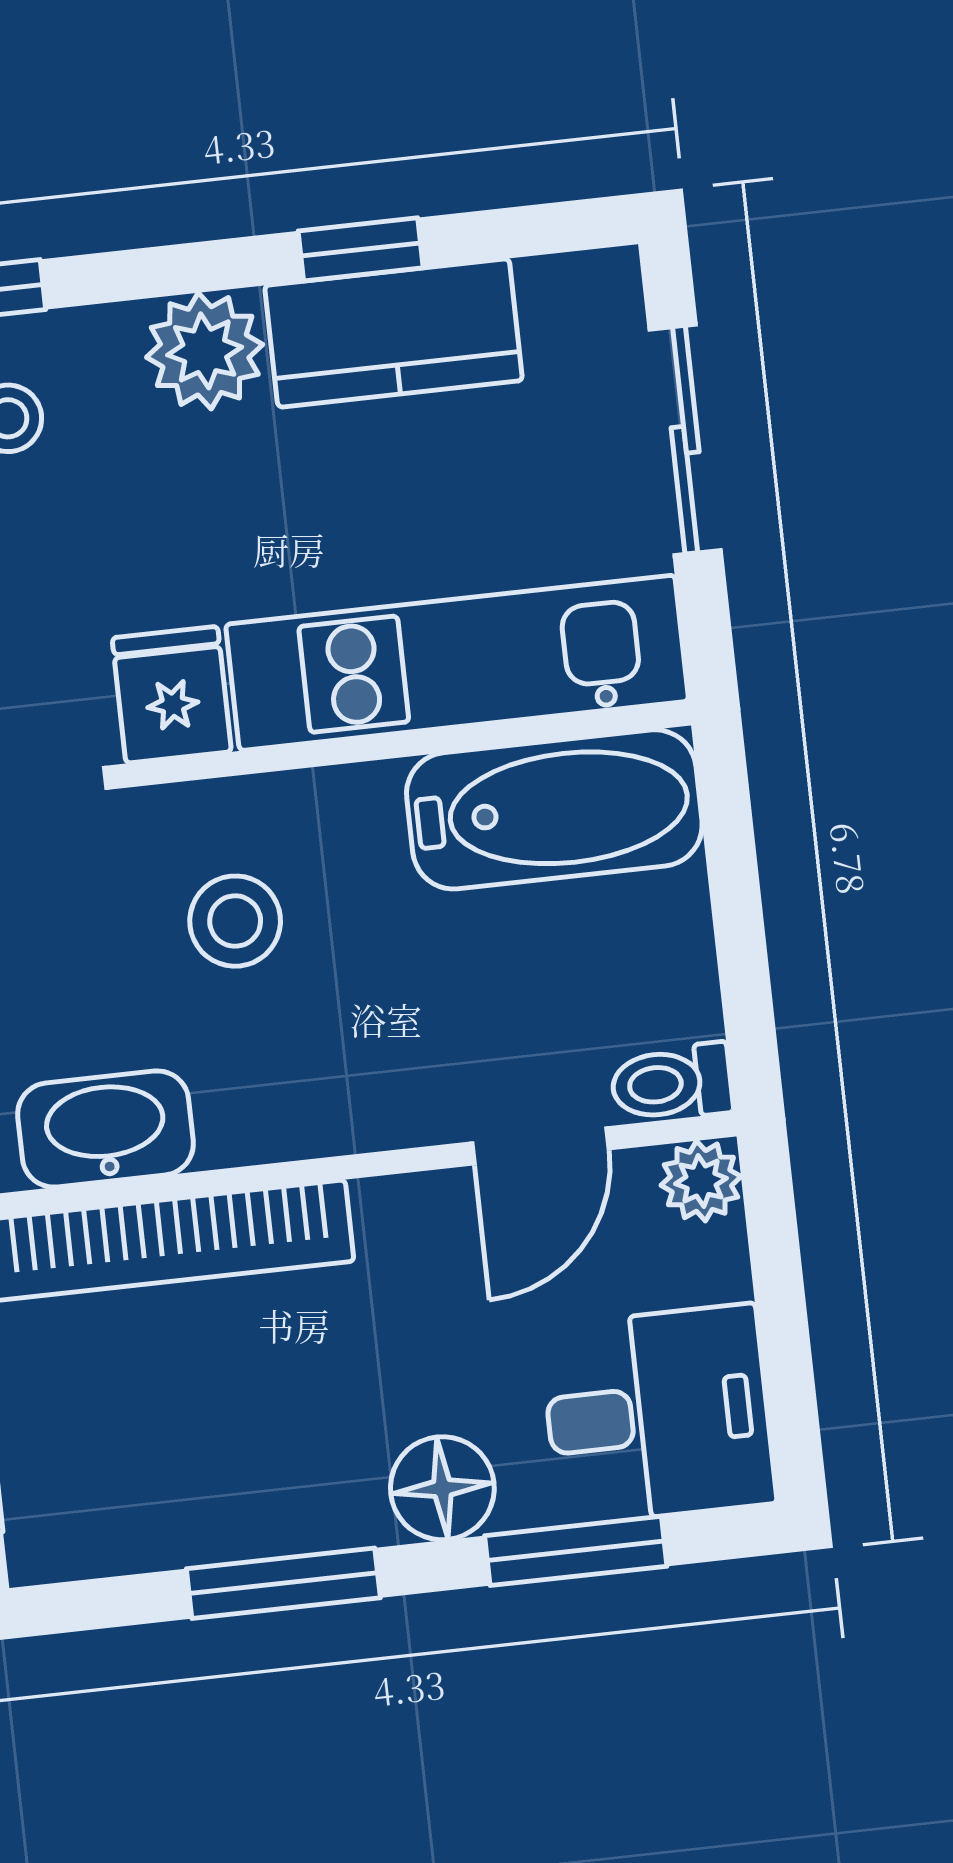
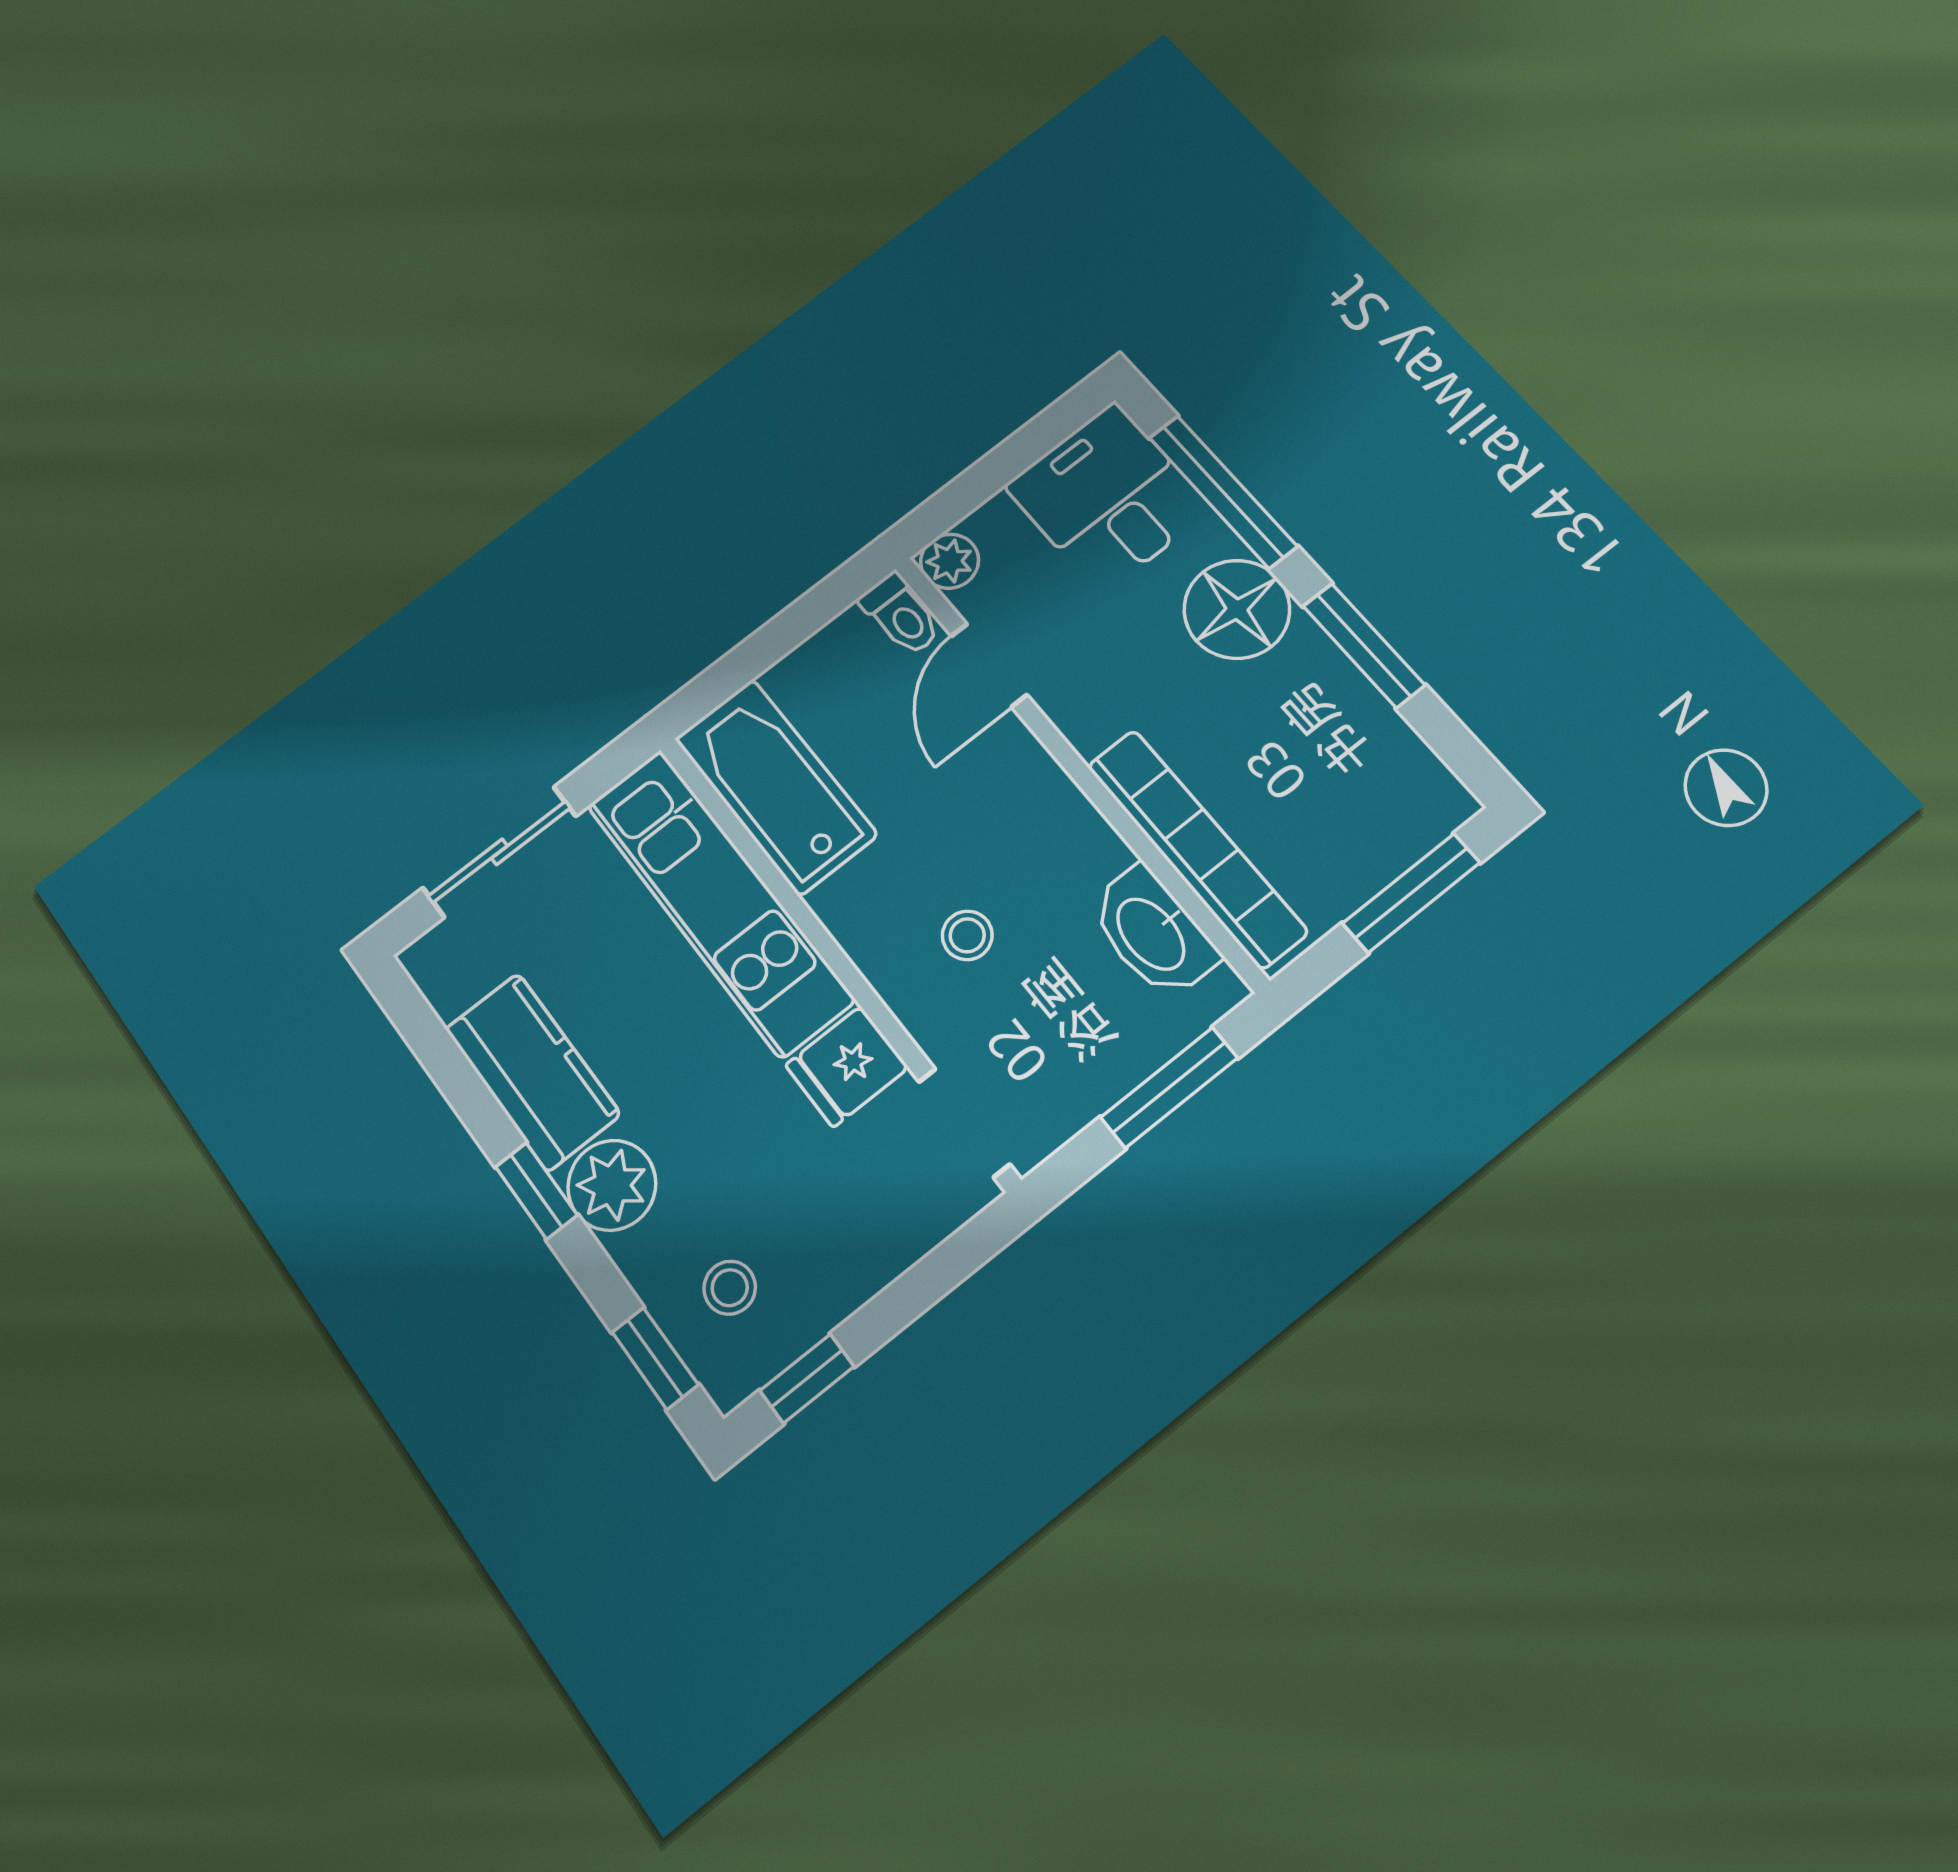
window: (361, 249) -> (536, 1191), moved
stool: (235, 921) -> (967, 935), width x0.73, depth x0.73
door: (540, 1146) -> (989, 665), swing flipped
floor lamp: (442, 1488) -> (1237, 609), width x1.38, depth x1.38
window: (576, 1551) -> (1223, 492), width x1.44

